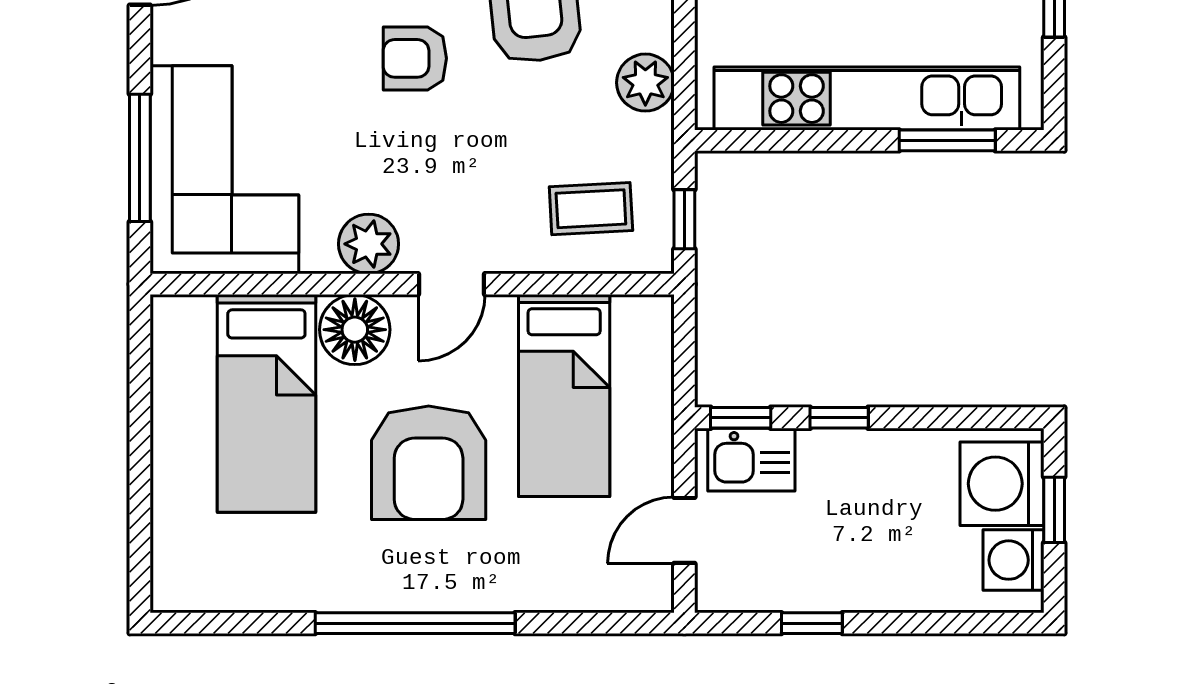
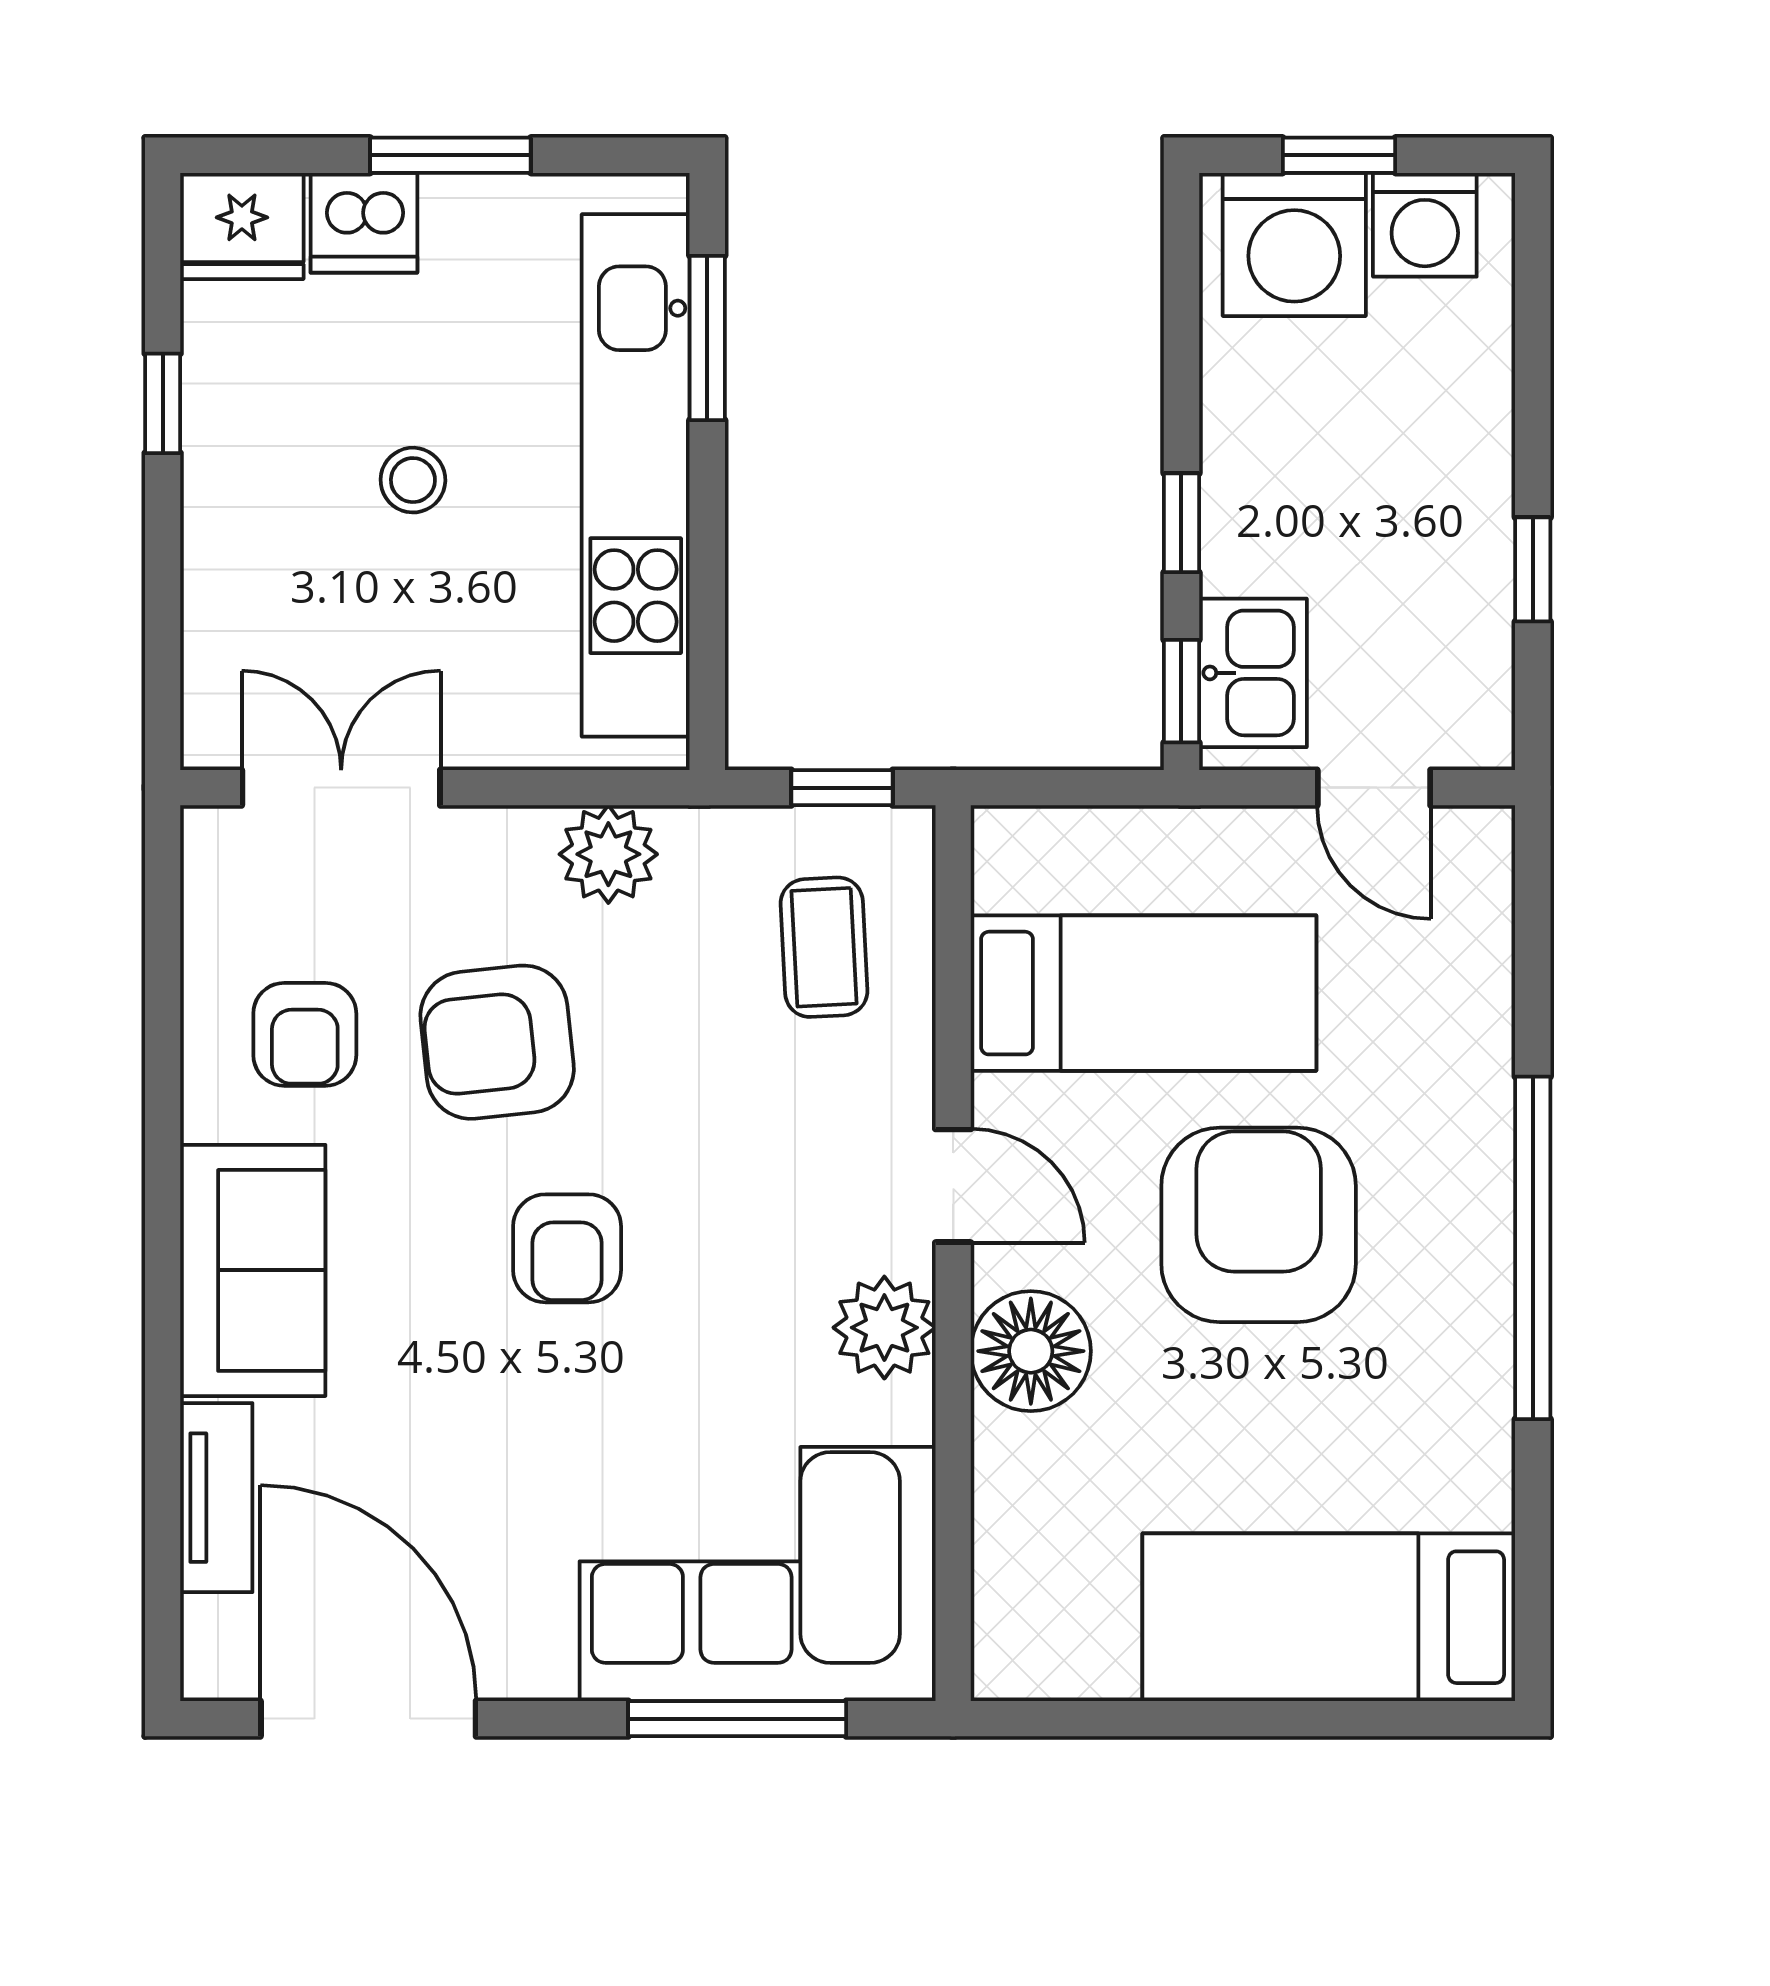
bed: (266, 403) -> (1329, 1617), moved, turned 180
armchair: (429, 463) -> (1259, 1225), turned -90

